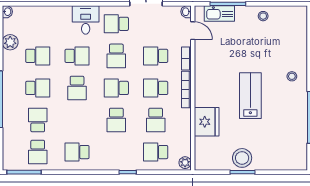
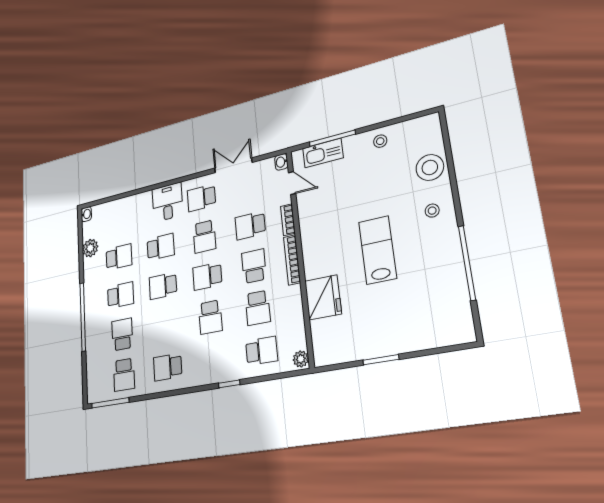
school desk: (77, 88) -> (163, 286), turned 90
school desk: (156, 88) -> (254, 266), turned 90
school desk: (156, 152) -> (262, 351), turned 180
stool: (242, 158) -> (430, 167), moved

